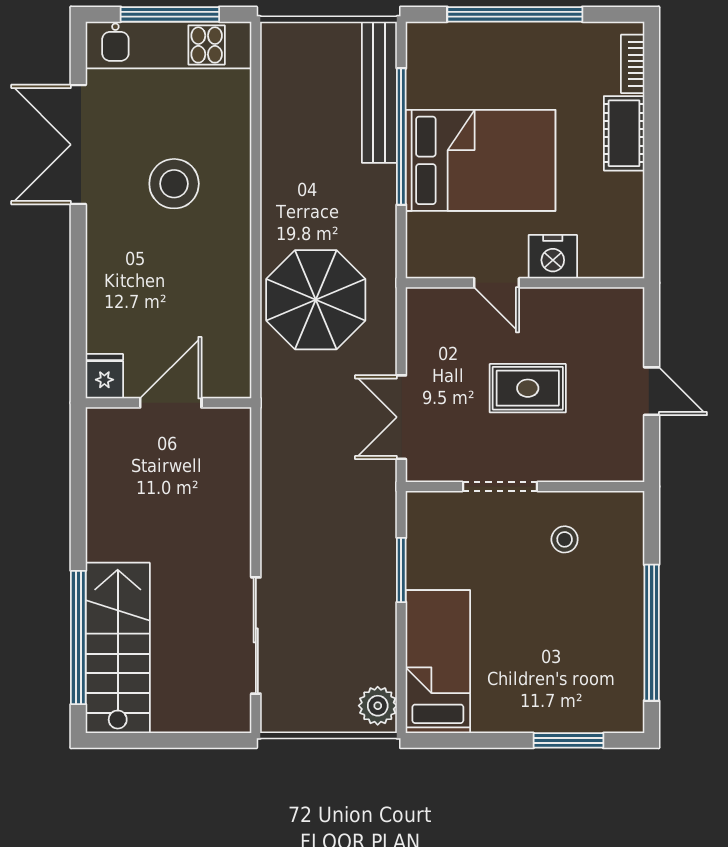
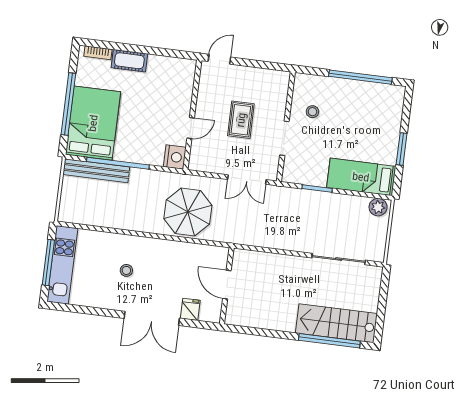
double door: (78, 145) -> (152, 318), moved
bed: (481, 160) -> (93, 123), moved
stool: (174, 184) -> (126, 270), width x0.53, depth x0.53
nightstand: (553, 257) -> (175, 157), moved
fridge: (104, 376) -> (190, 309), moved, turned 90
door: (652, 391) -> (219, 59), moved
window: (568, 740) -> (402, 149), moved

